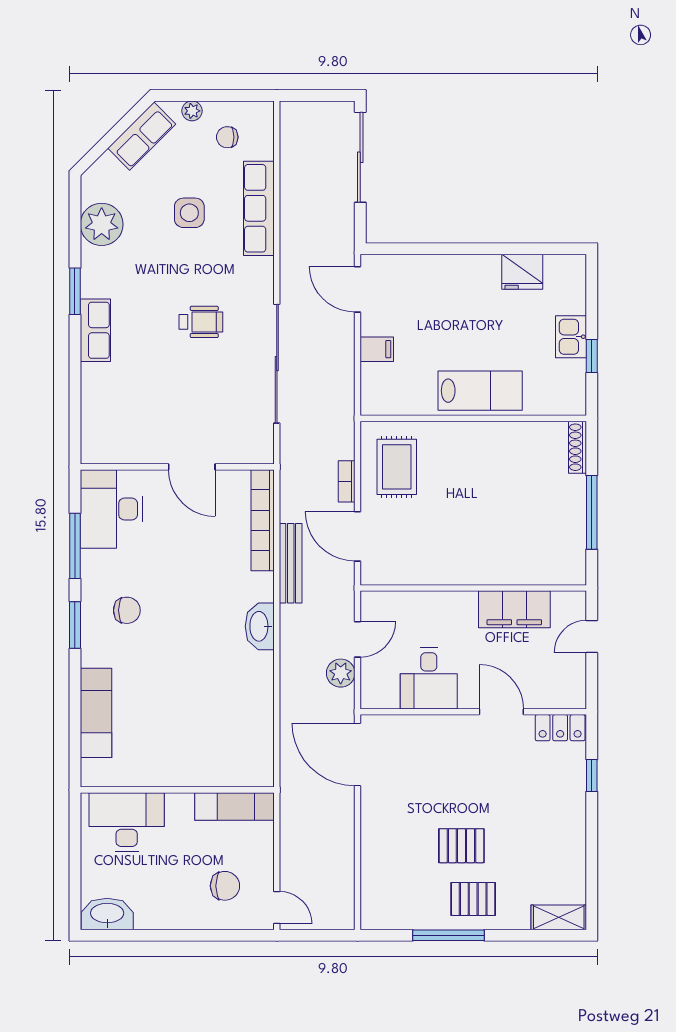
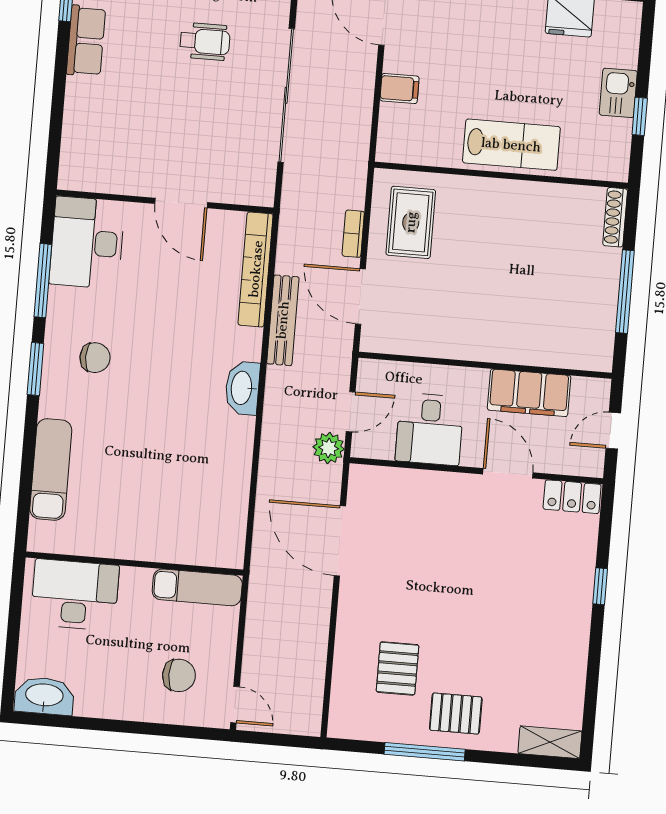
desk: (429, 678) -> (430, 429), moved
wall: (473, 712) -> (476, 471), moved
door: (501, 712) -> (508, 473), moved
locker: (560, 728) -> (572, 497), moved
pallet: (461, 846) -> (398, 668), moved, turned 90

